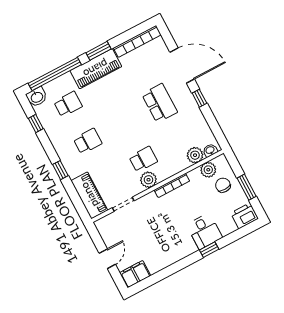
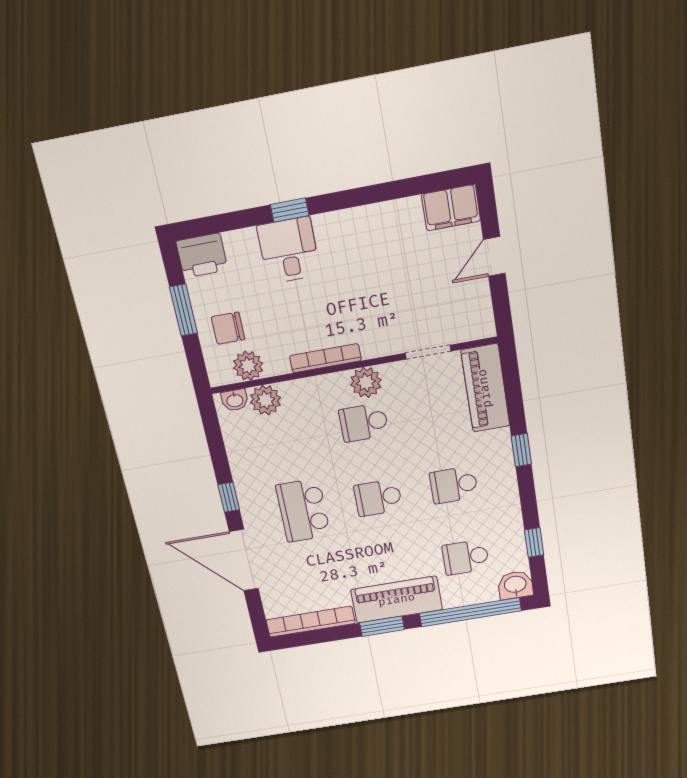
school desk: (124, 122) -> (378, 498), added
chair: (223, 185) -> (228, 328), turned 90

